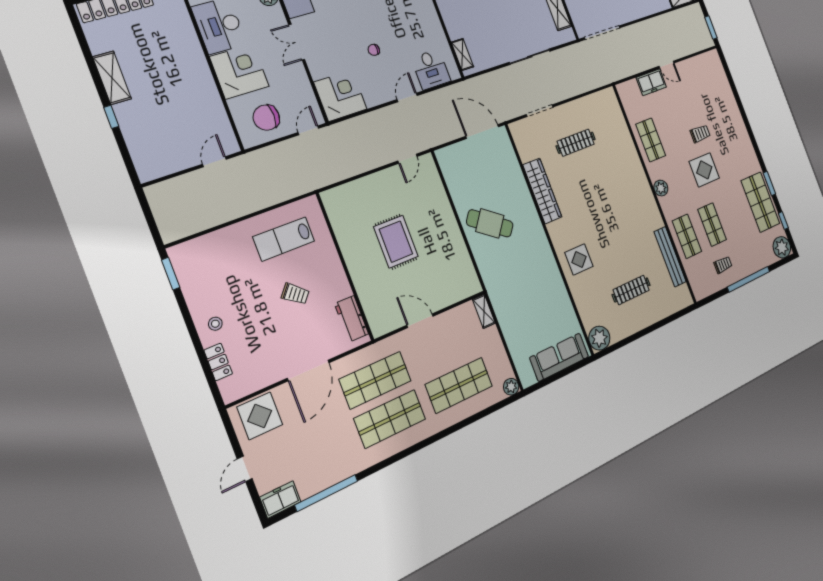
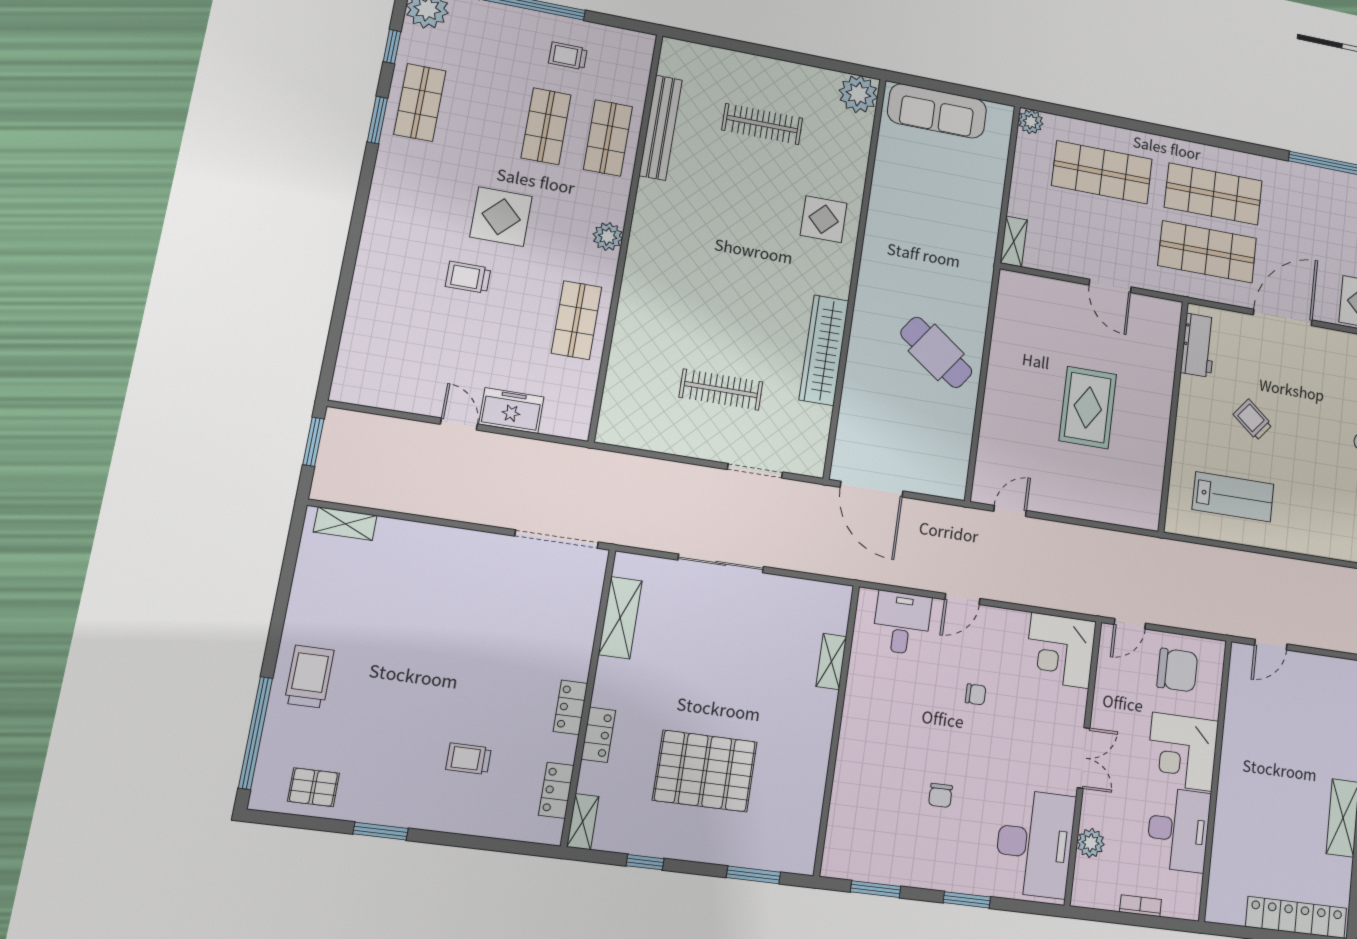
shelving: (462, 54) -> (831, 661), moved
shop shelf: (760, 202) -> (420, 102), width x0.70, depth x0.74

